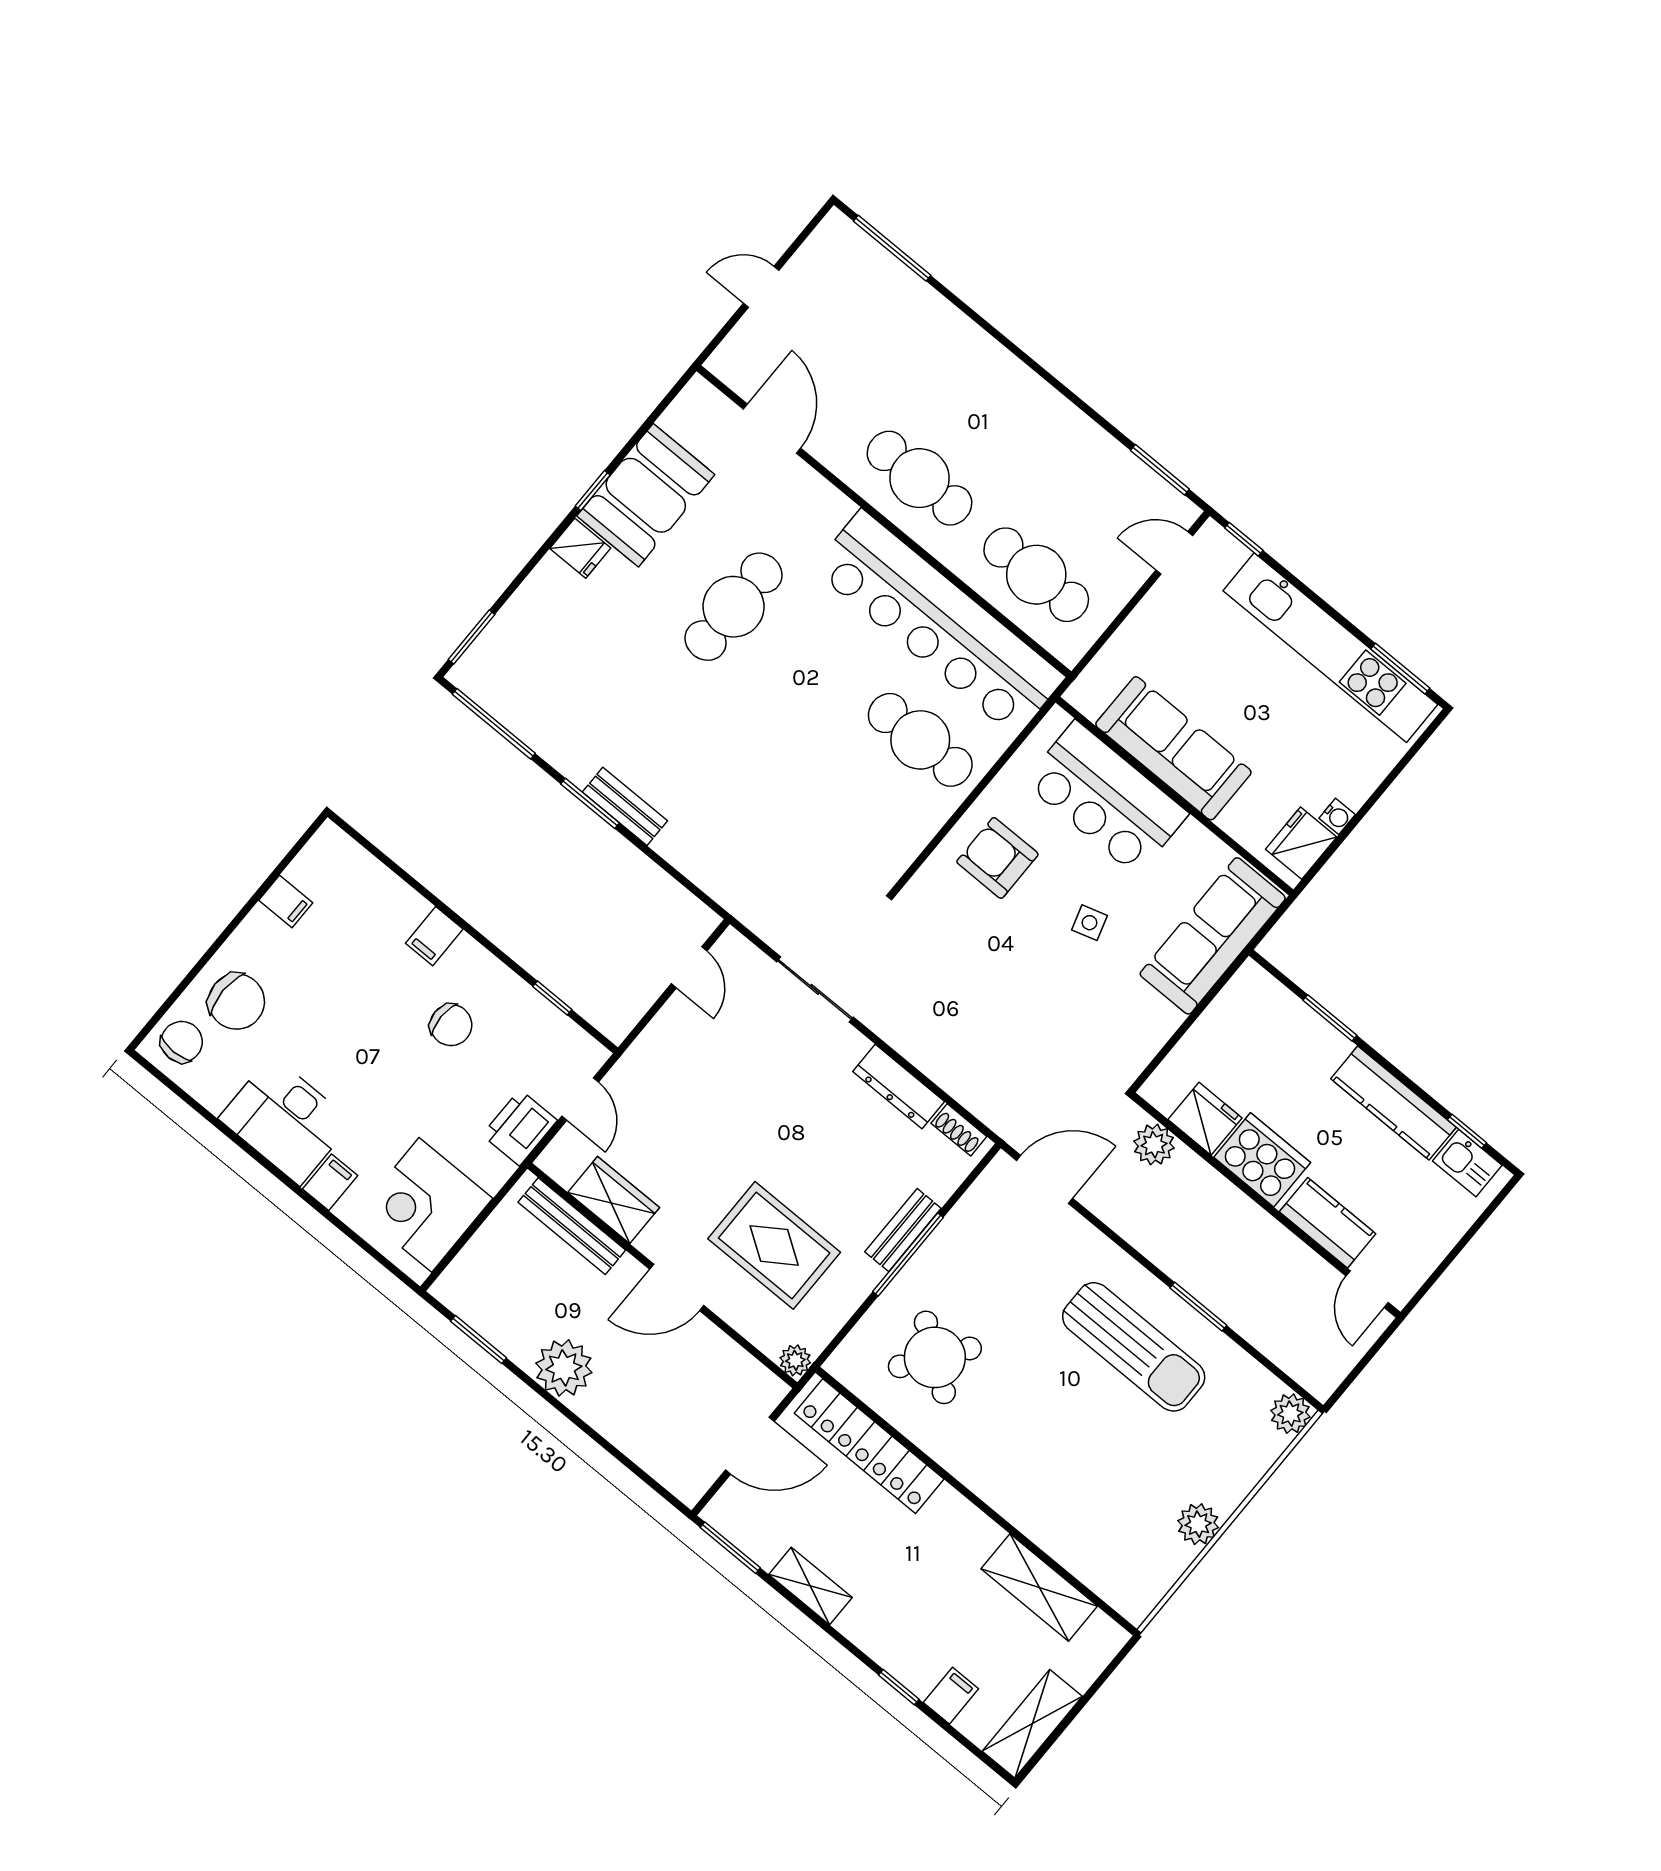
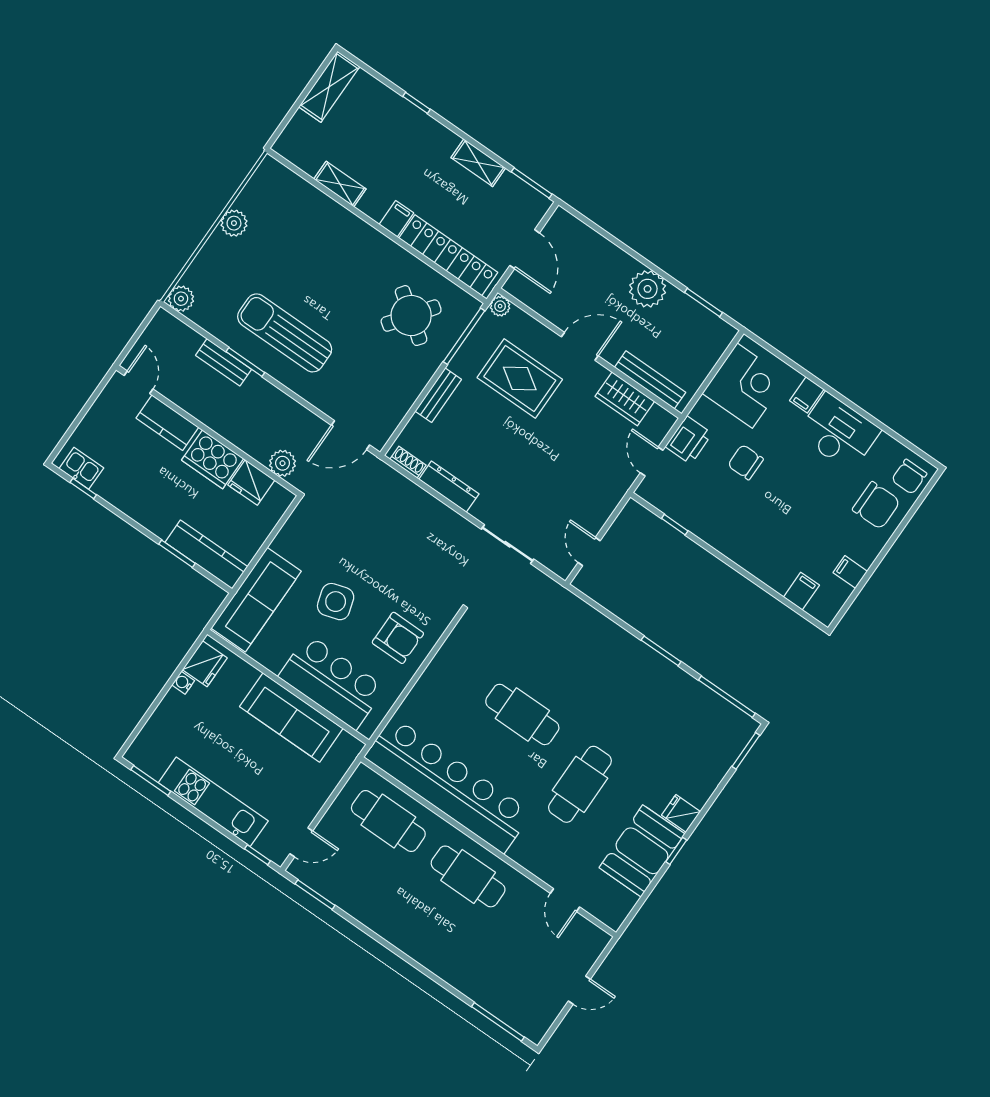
door: (772, 429) -> (565, 900), width x0.73
kitchen unit: (1330, 648) -> (213, 802), width x0.73
cafe table: (920, 740) -> (522, 714), moved
bench: (625, 806) -> (223, 362), moved
side table: (1090, 923) -> (336, 602), width x1.87, depth x1.87
filing cabinet: (434, 936) -> (801, 591), moved
chair: (237, 1002) -> (876, 505), turned 180
chair: (451, 1025) -> (746, 462), moved
kitchen counter: (1393, 1103) -> (206, 554), moved
window: (908, 1255) -> (464, 336), moved
door: (750, 1446) -> (525, 249), swing flipped
shelving: (1039, 1587) -> (340, 184), width x0.67, depth x0.75
filing cabinet: (951, 1696) -> (396, 219), moved, turned 180

